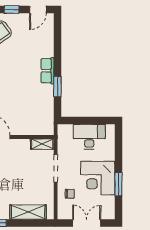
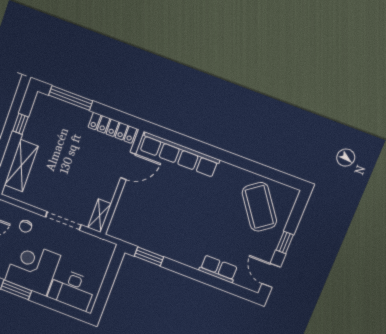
row of seats: (47, 71) -> (218, 269), moved
window: (57, 87) -> (149, 256), moved
desk: (89, 137) -> (72, 289), moved, turned 90

